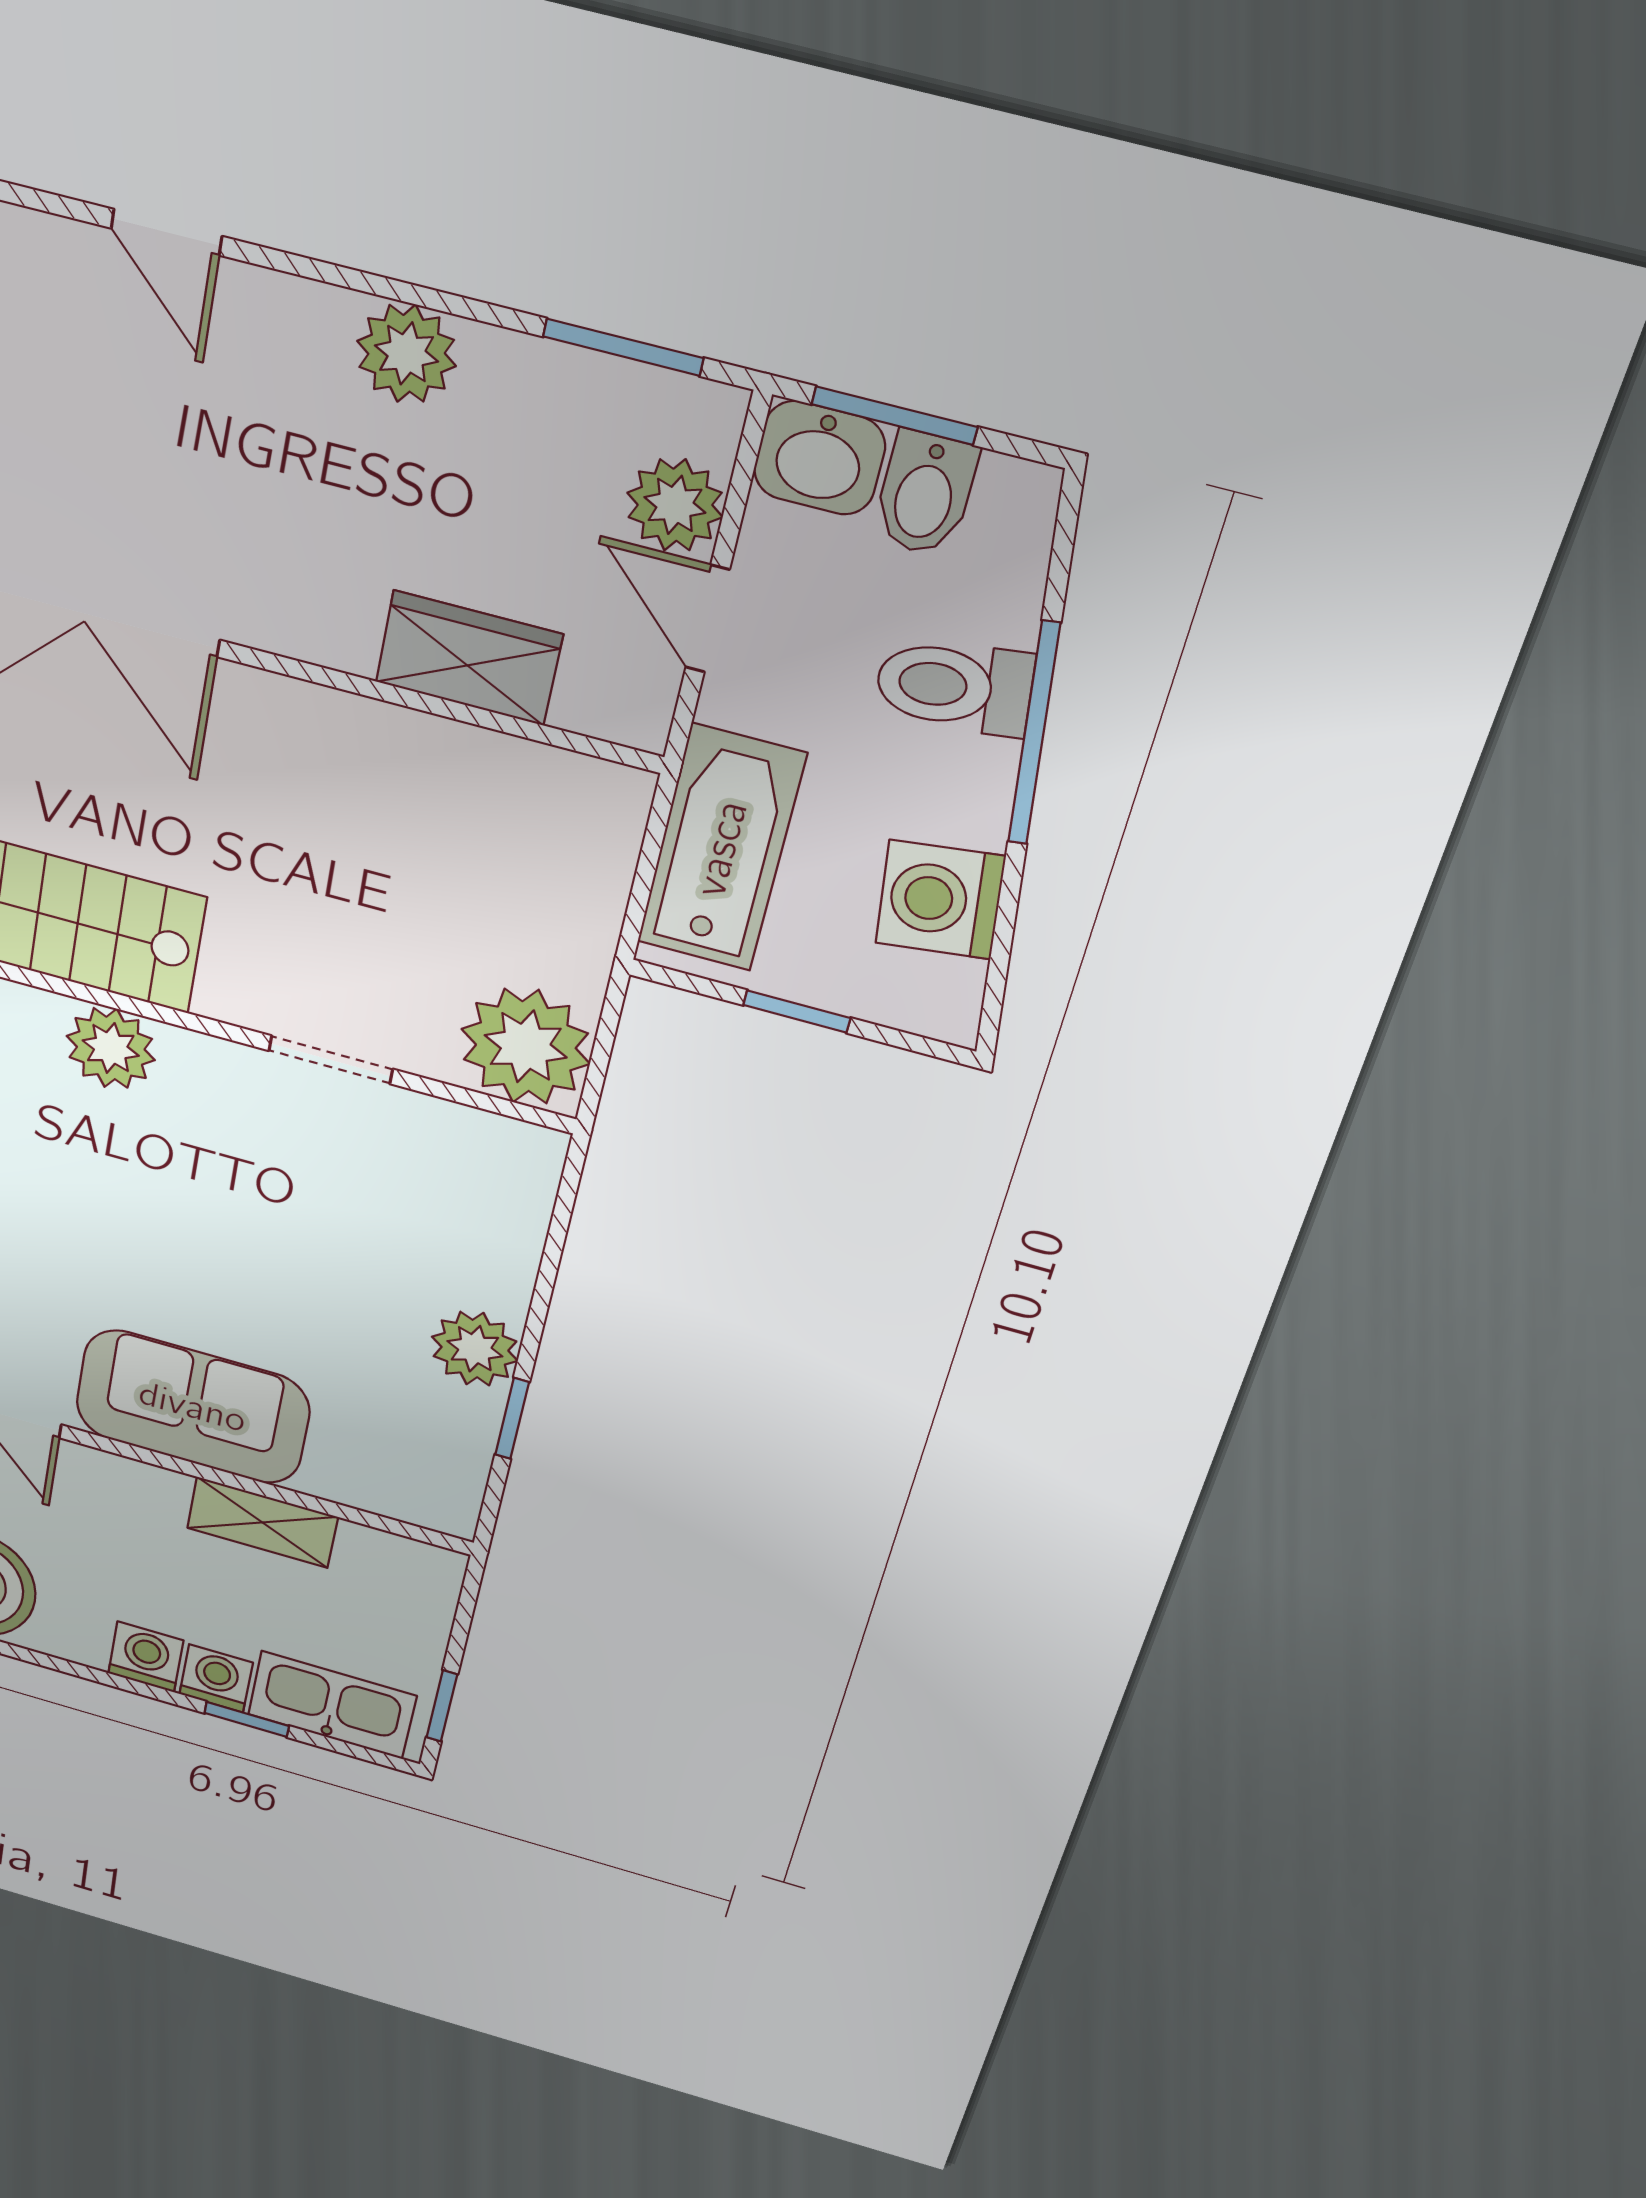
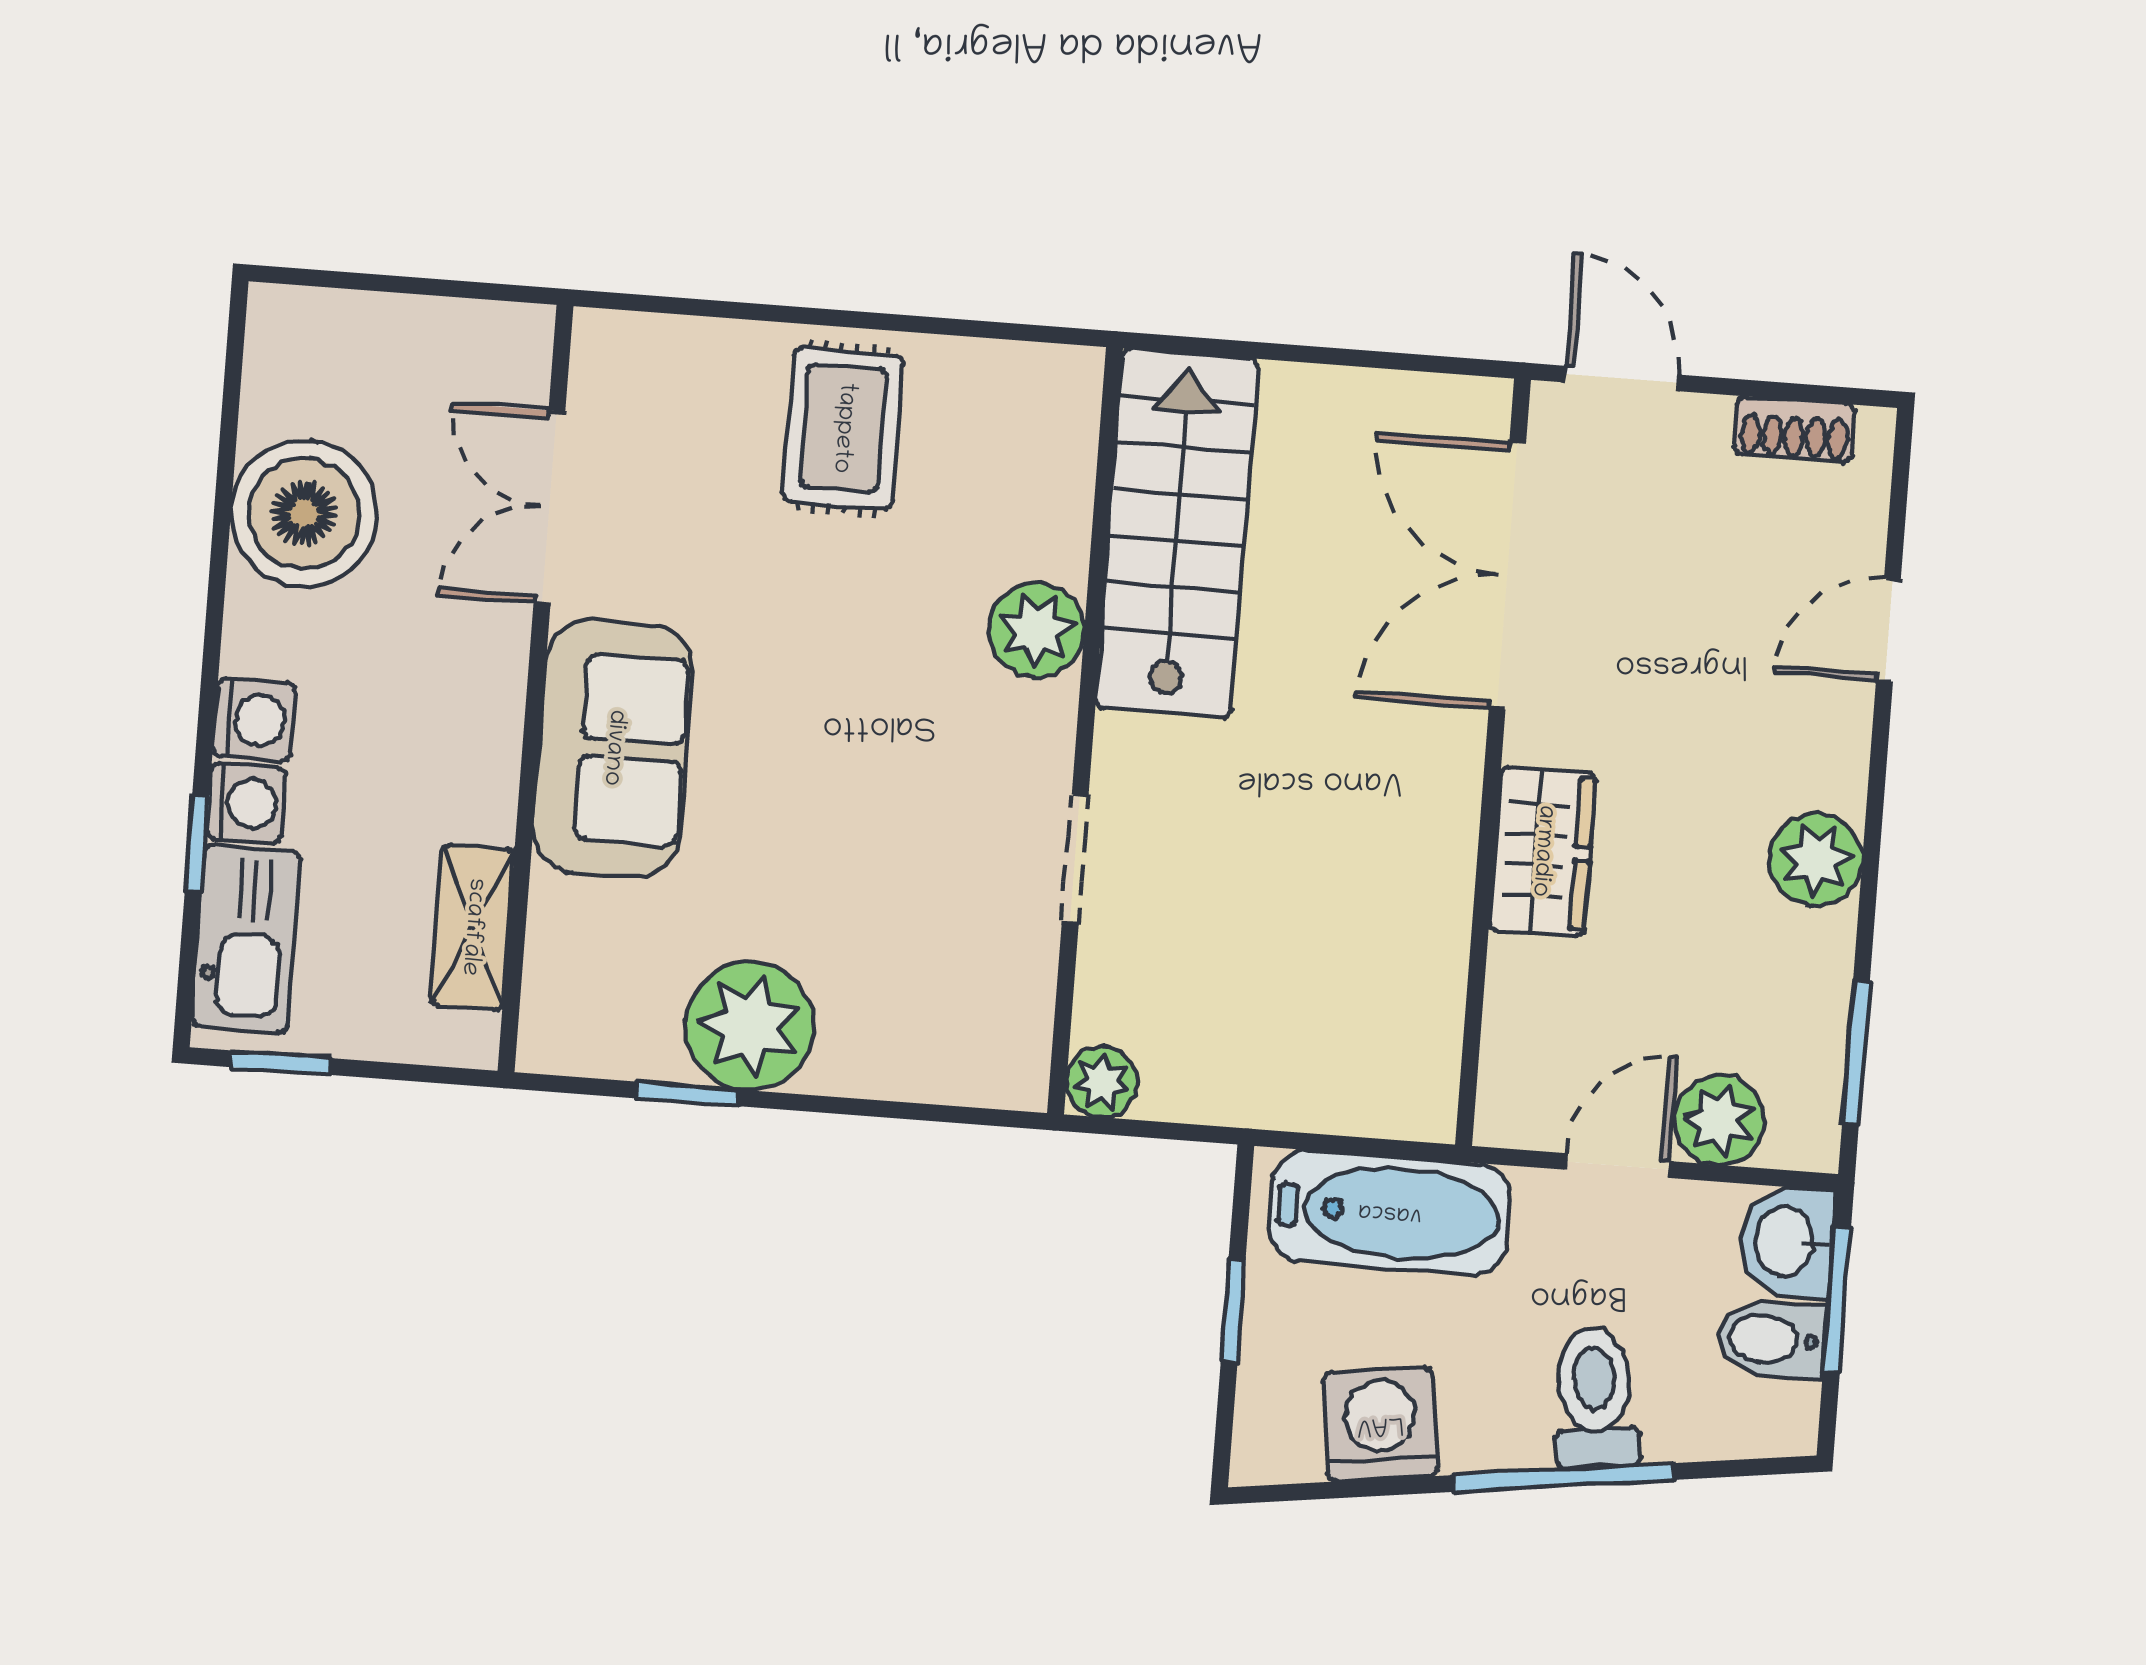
wardrobe: (469, 658) -> (1542, 851), moved
plant: (526, 1046) -> (1102, 1082), width x0.53, depth x0.53
plant: (475, 1349) -> (749, 1026), width x1.36, depth x1.36
shelving: (262, 1522) -> (472, 927), moved

